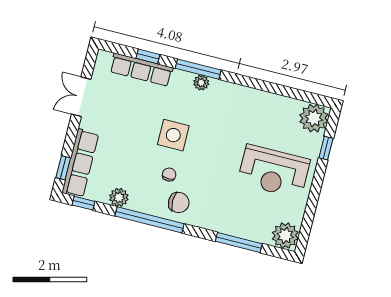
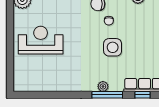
plant: (314, 118) -> (23, 82), removed
window: (326, 148) -> (10, 64), removed

